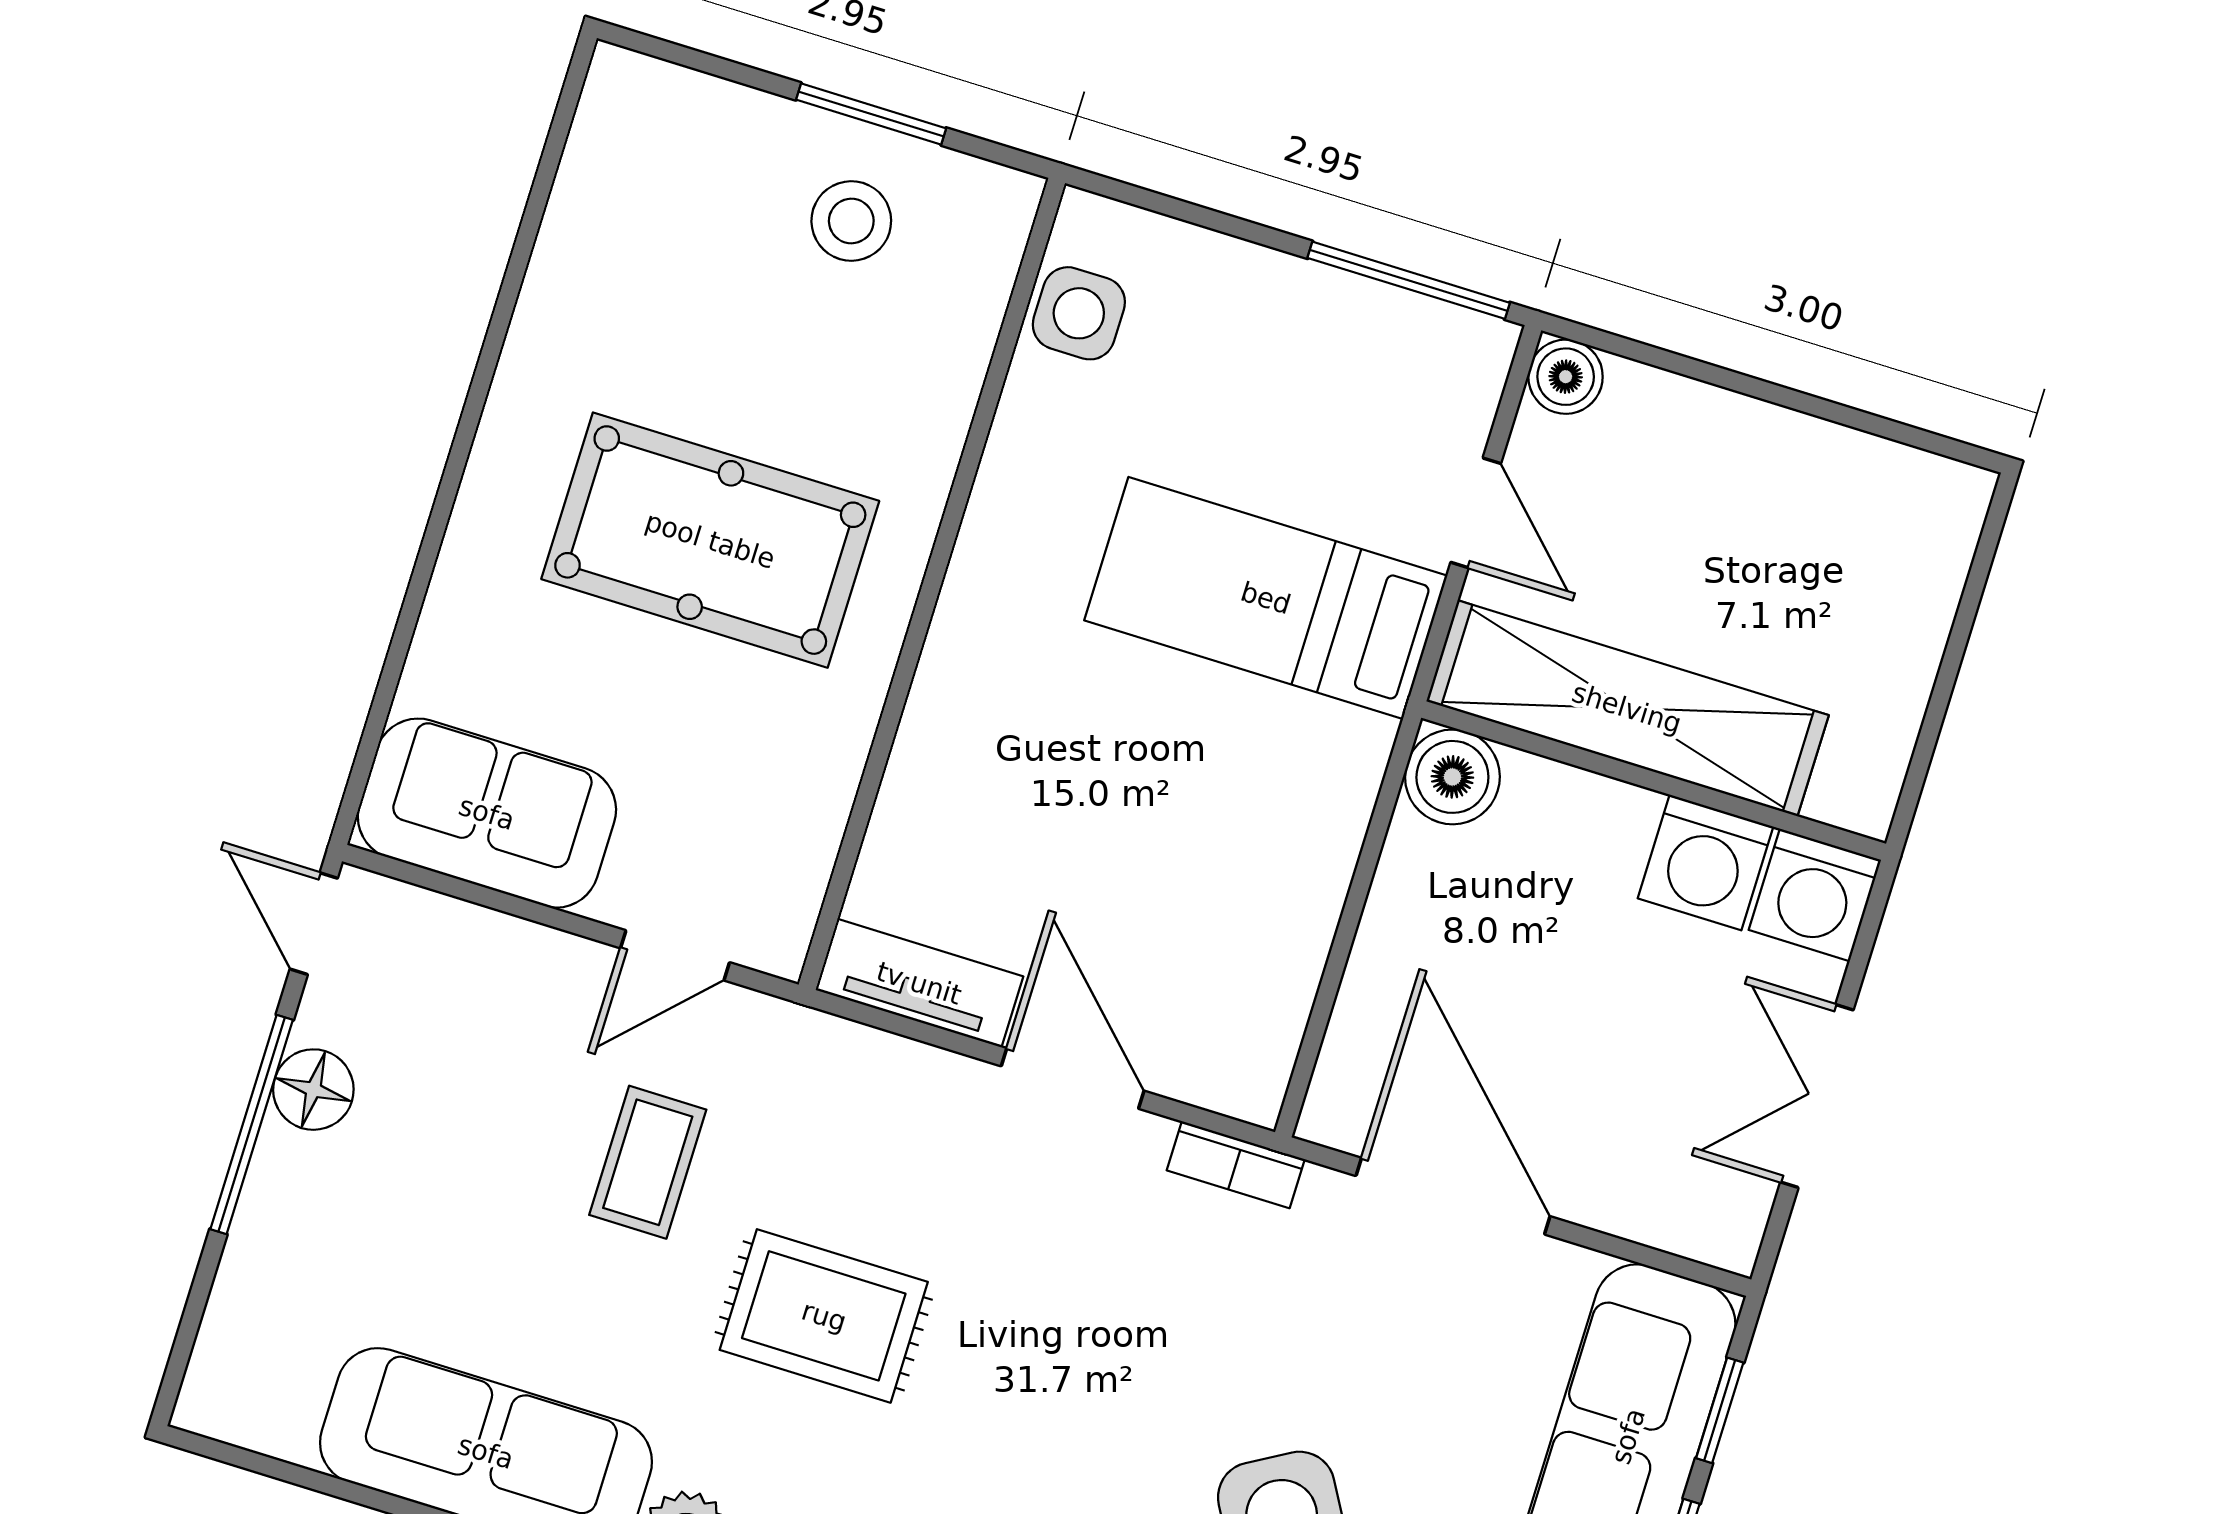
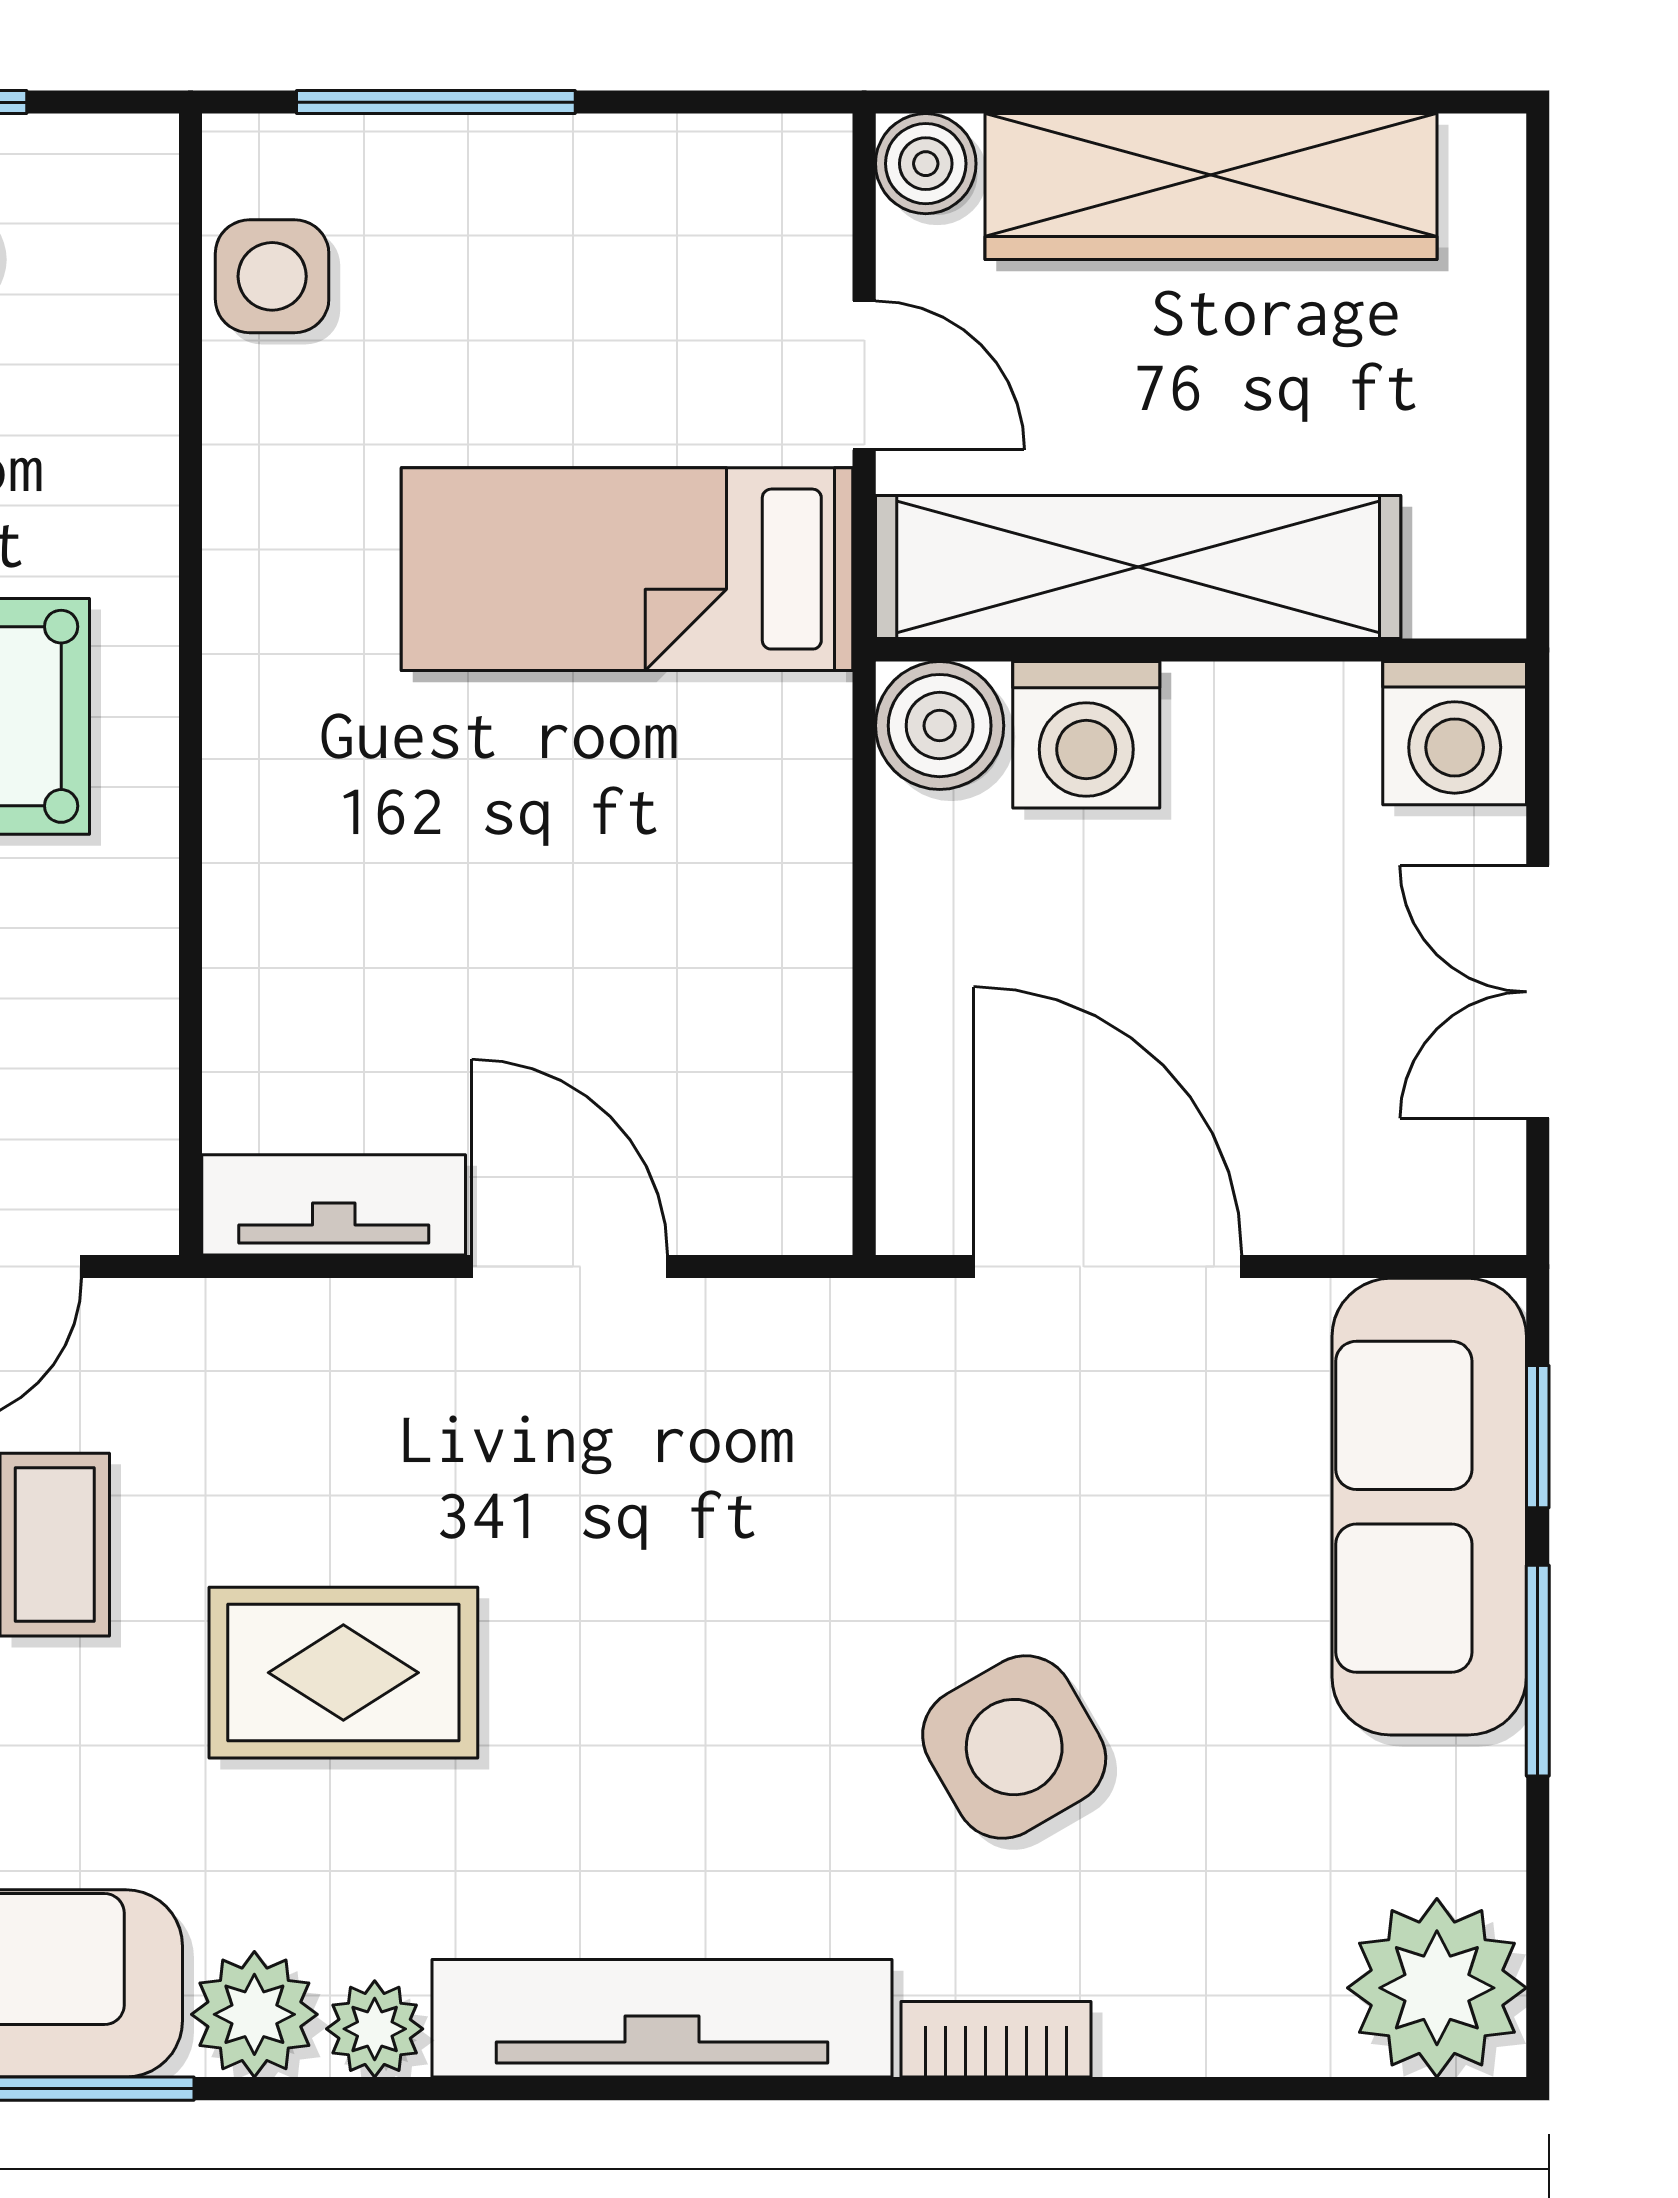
window: (1409, 280) -> (436, 102), moved
wardrobe: (1762, 455) -> (1211, 187), added
washing machine: (1705, 862) -> (1086, 735), moved
bookcase: (1236, 1165) -> (815, 1313), removed

